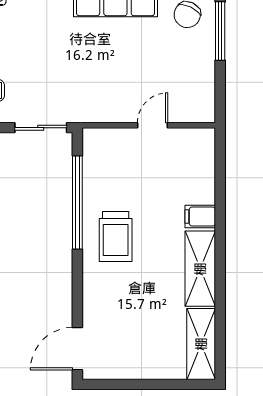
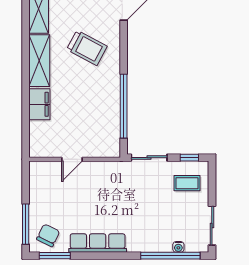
filing cabinet: (200, 217) -> (39, 104), width x2.00
trolley: (116, 236) -> (87, 48), moved, turned 118

